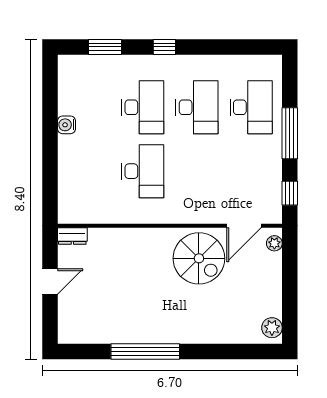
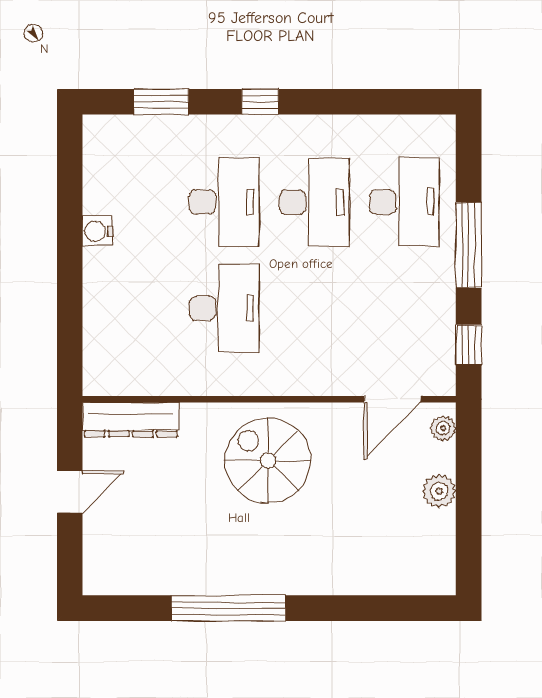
dresser: (72, 236) -> (131, 420), width x1.96, depth x1.24
spiral stairs: (199, 258) -> (268, 461), moved, turned 180
plant: (272, 328) -> (439, 491), moved

